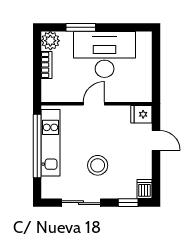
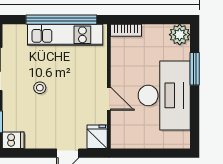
bookcase: (46, 65) -> (126, 30), moved
door: (94, 104) -> (109, 99), moved
stool: (98, 165) -> (40, 88), width x0.53, depth x0.53

